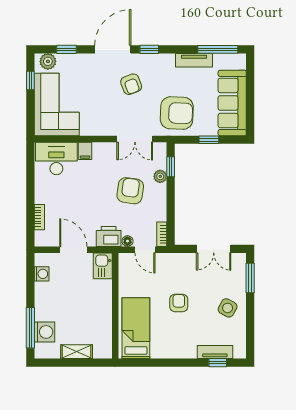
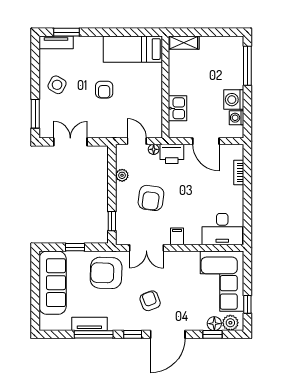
window: (218, 49) -> (94, 334), moved
floor lamp: (65, 61) -> (214, 324), added
double door: (135, 139) -> (146, 248), swing flipped
filing cabinet: (85, 151) -> (177, 236), moved
plant: (160, 176) -> (122, 175), moved
bookcase: (162, 234) -> (120, 156), removed
kitchen sink: (103, 266) -> (177, 108), moved
bed: (136, 328) -> (133, 49), moved, turned 90
washing machine: (44, 332) -> (234, 100), moved
shelving: (77, 352) -> (184, 43), moved
tv unit: (215, 352) -> (56, 42), moved
window: (218, 363) -> (67, 32), width x1.50

